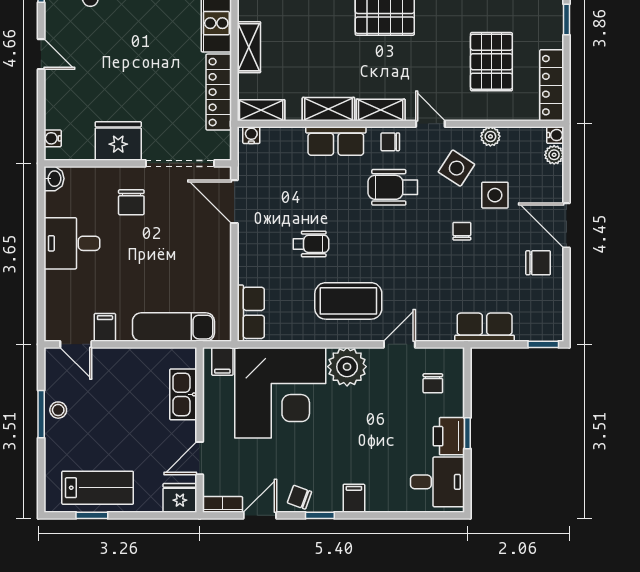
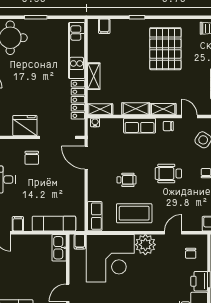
wheelchair: (393, 187) -> (168, 173), moved
coffee table: (348, 301) -> (134, 213), moved
kitchen sink: (183, 394) -> (59, 248), moved

